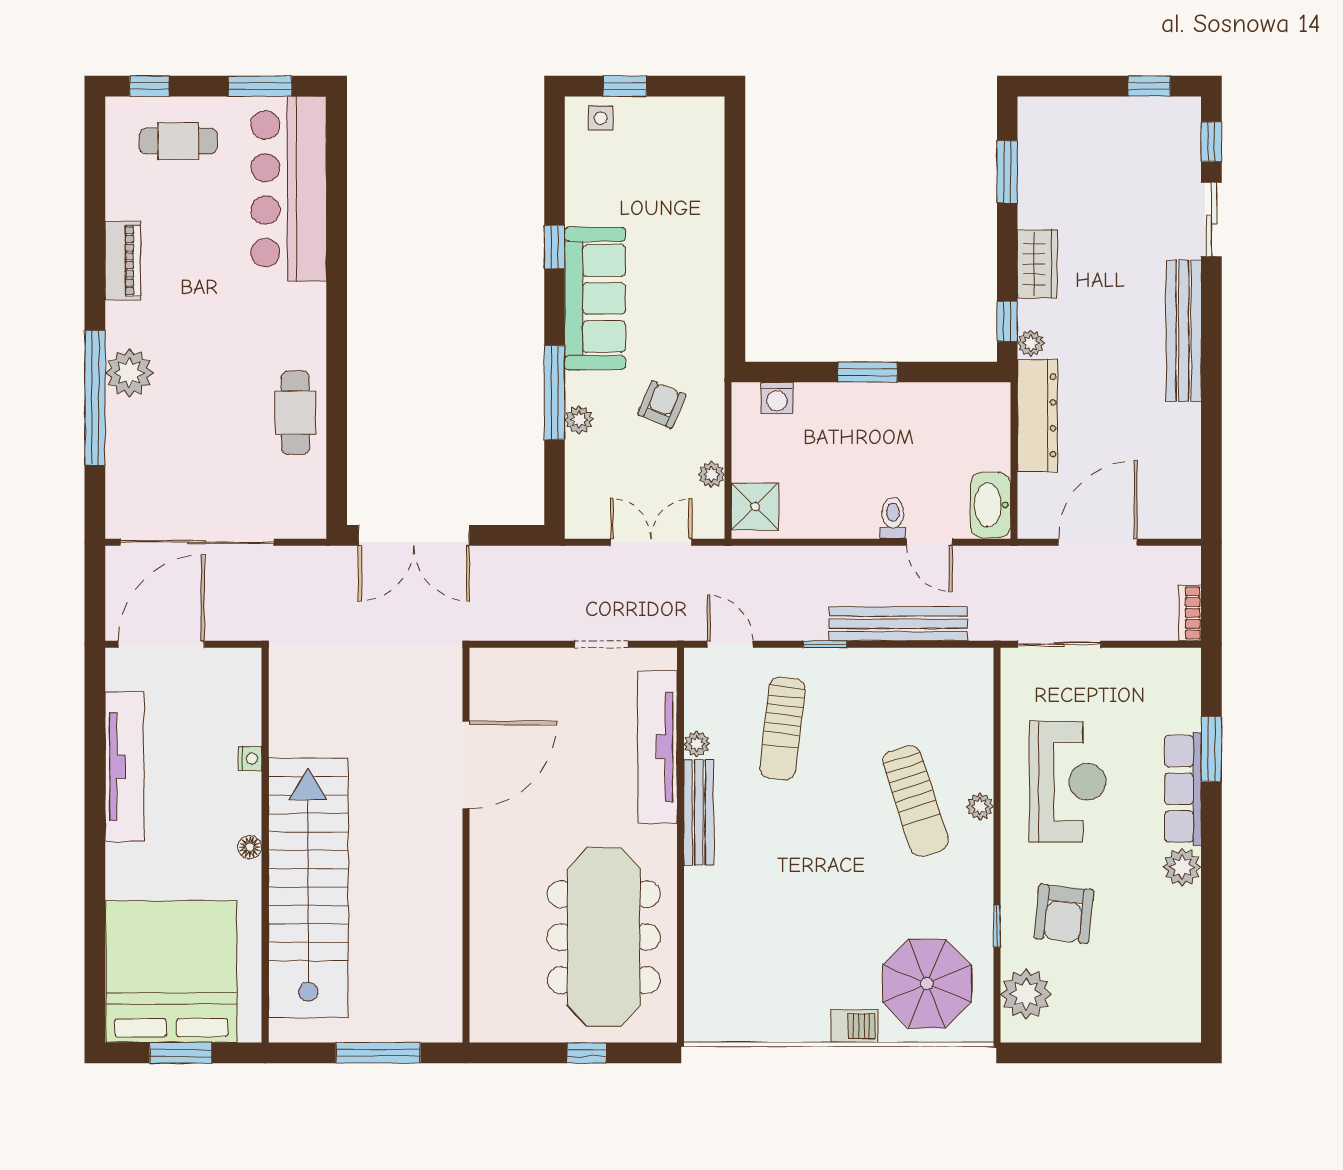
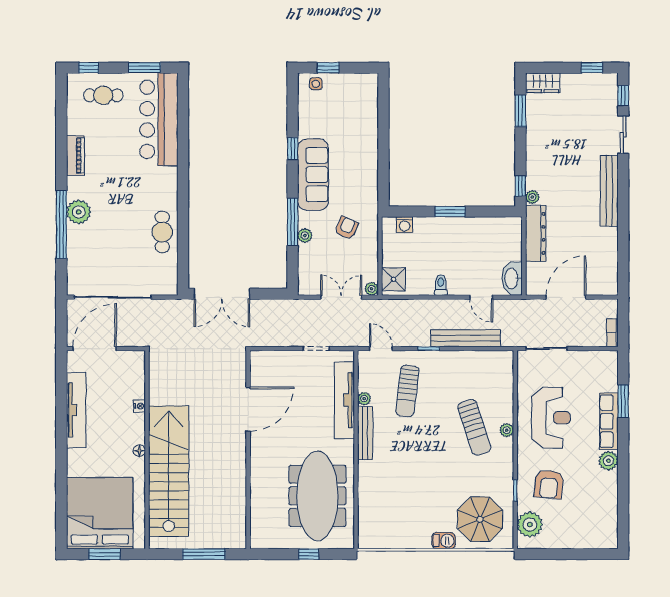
wardrobe: (1037, 264) -> (543, 83), moved, turned 90
plant: (711, 474) -> (372, 289), moved
toilet: (893, 518) -> (441, 285), moved

